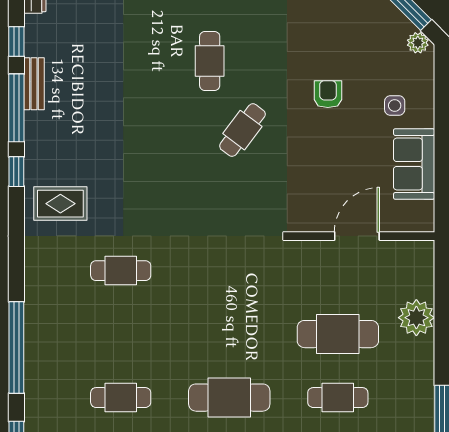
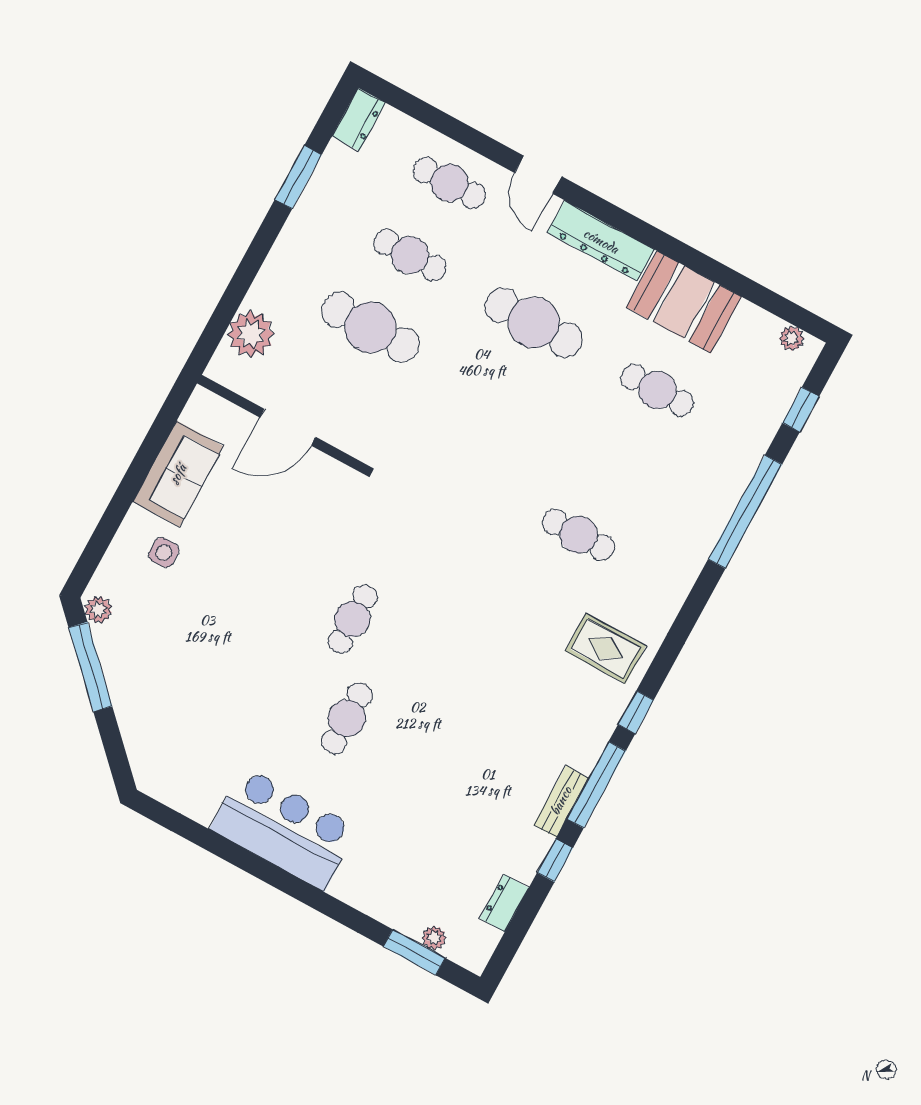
armchair: (328, 94) -> (233, 607), removed
cafe table: (242, 130) -> (352, 619), turned -37
plant: (416, 318) -> (251, 334), moved

